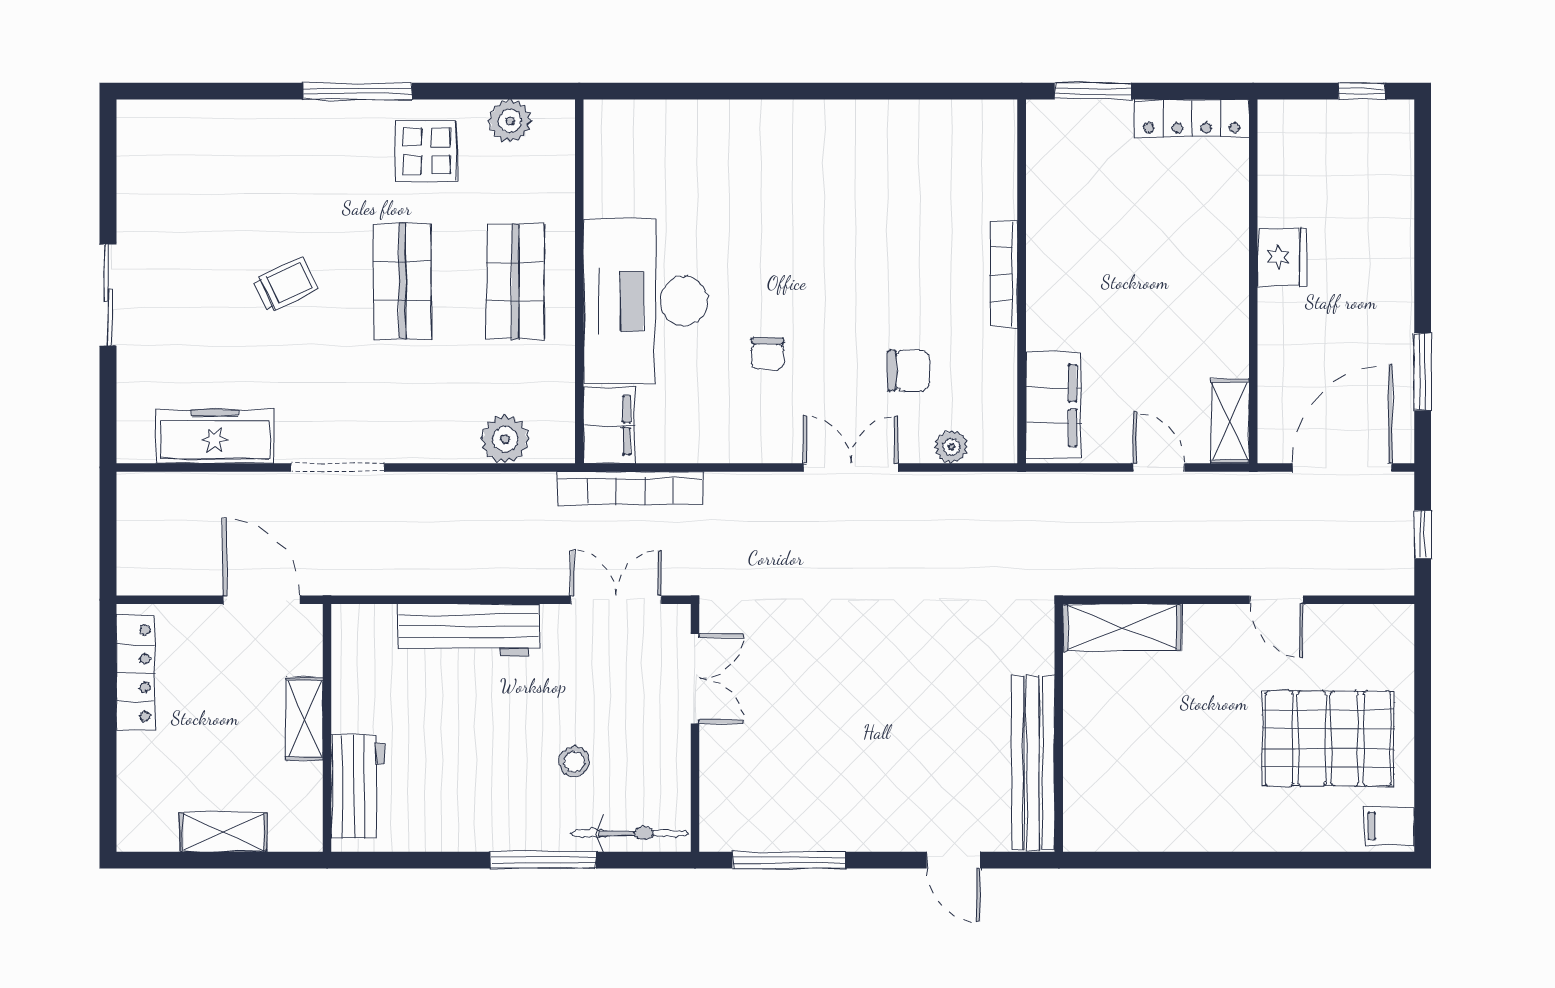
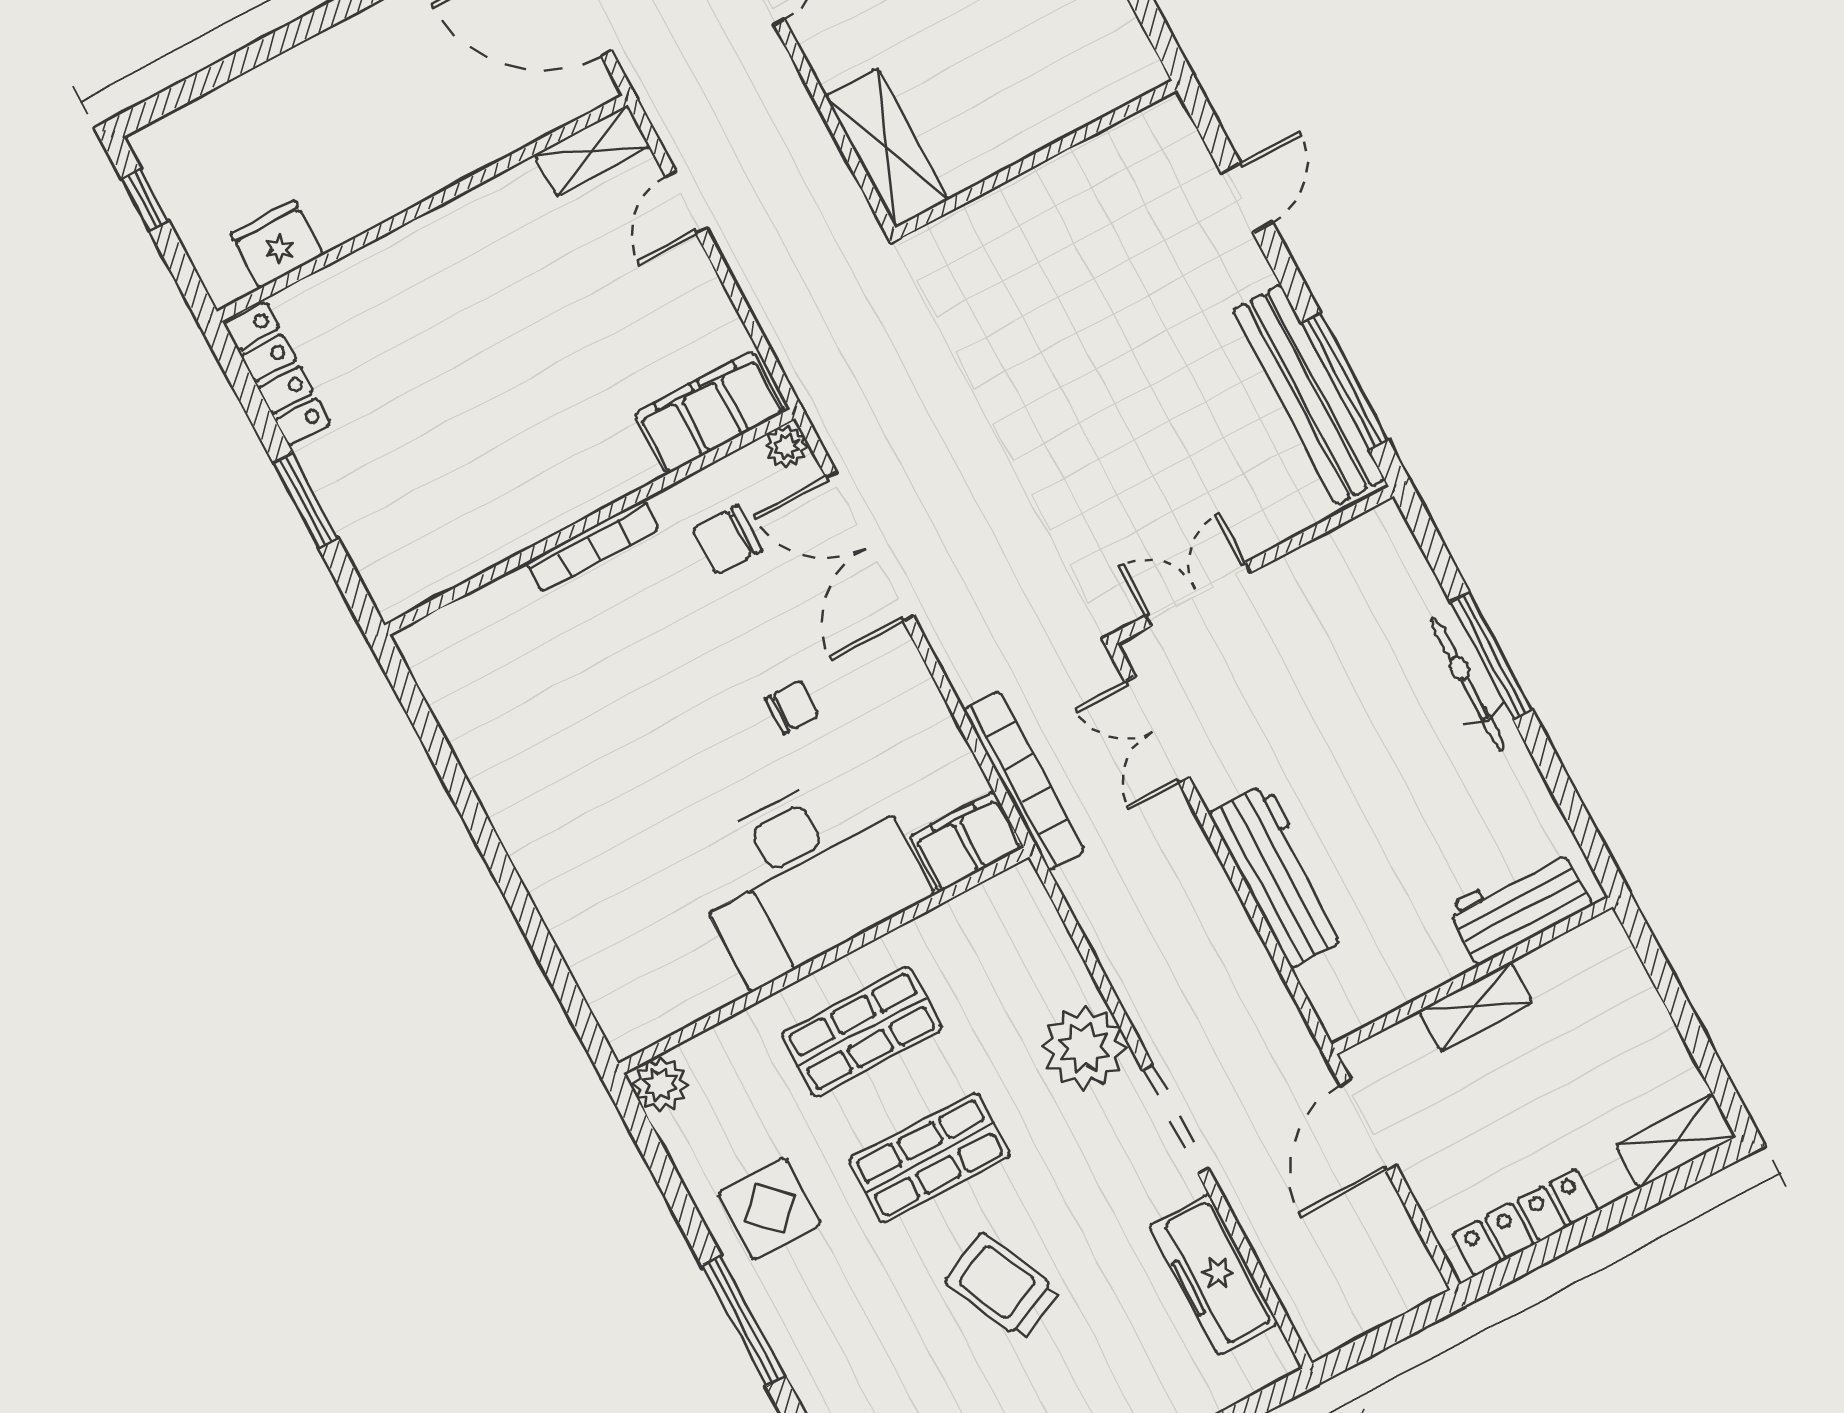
plant: (510, 121) -> (660, 1084), moved
fridge: (1282, 257) -> (277, 244), moved
bookcase: (1004, 274) -> (592, 546), moved
wall: (1022, 281) -> (590, 522), moved
trolley: (285, 285) -> (1002, 1286), width x1.36, depth x1.39
chair: (908, 371) -> (727, 540), turned -90
filing cabinet: (1053, 405) -> (709, 413), moved
plant: (505, 439) -> (1084, 1048), moved, width x1.36, depth x1.36
double door: (851, 467) -> (870, 547), width x1.37
stool: (574, 762) -> (1363, 680), removed
bench: (1033, 763) -> (1309, 395), moved, turned 90
shelving: (223, 832) -> (1676, 1141), moved, turned 90
bicycle: (630, 833) -> (1468, 684), moved

